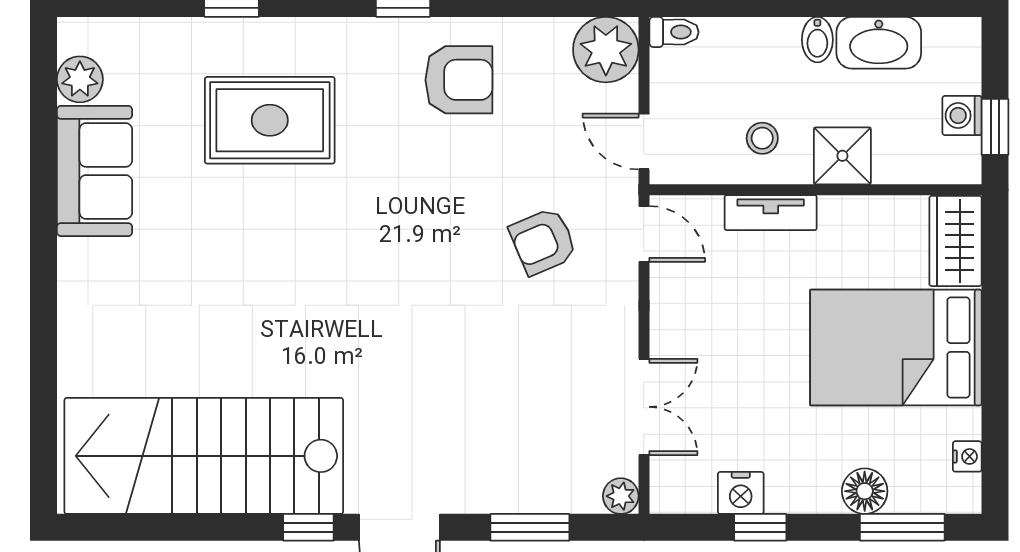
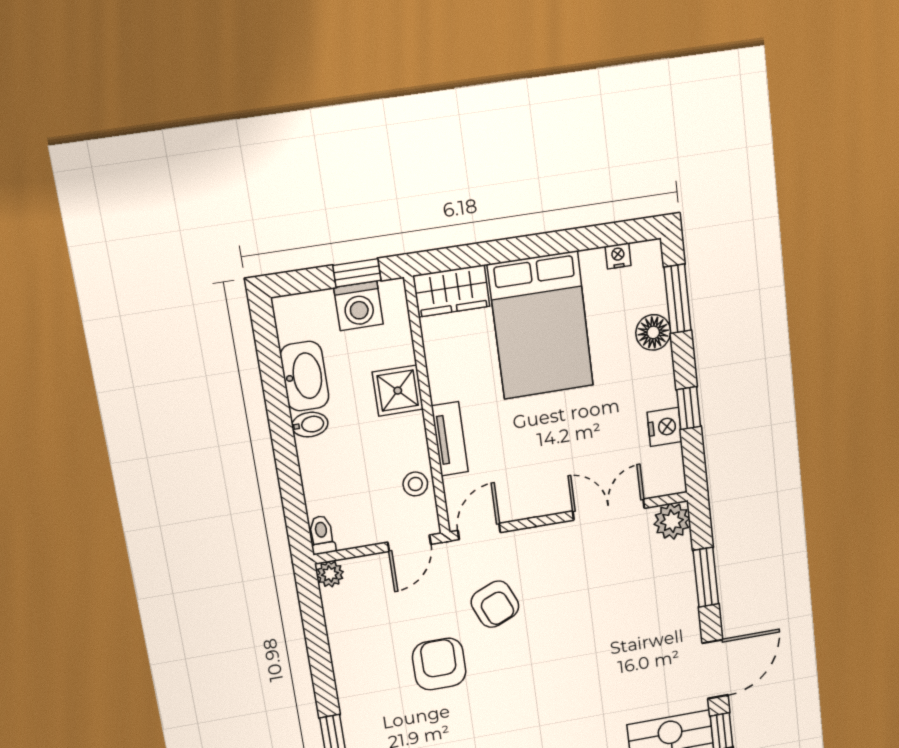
plant: (606, 50) -> (330, 574), width x0.53, depth x0.53
armchair: (459, 80) -> (439, 664), moved
washing machine: (962, 115) -> (359, 306), width x1.38, depth x1.38
stool: (762, 138) -> (415, 484), moved
plant: (621, 496) -> (672, 521), width x1.38, depth x1.38

